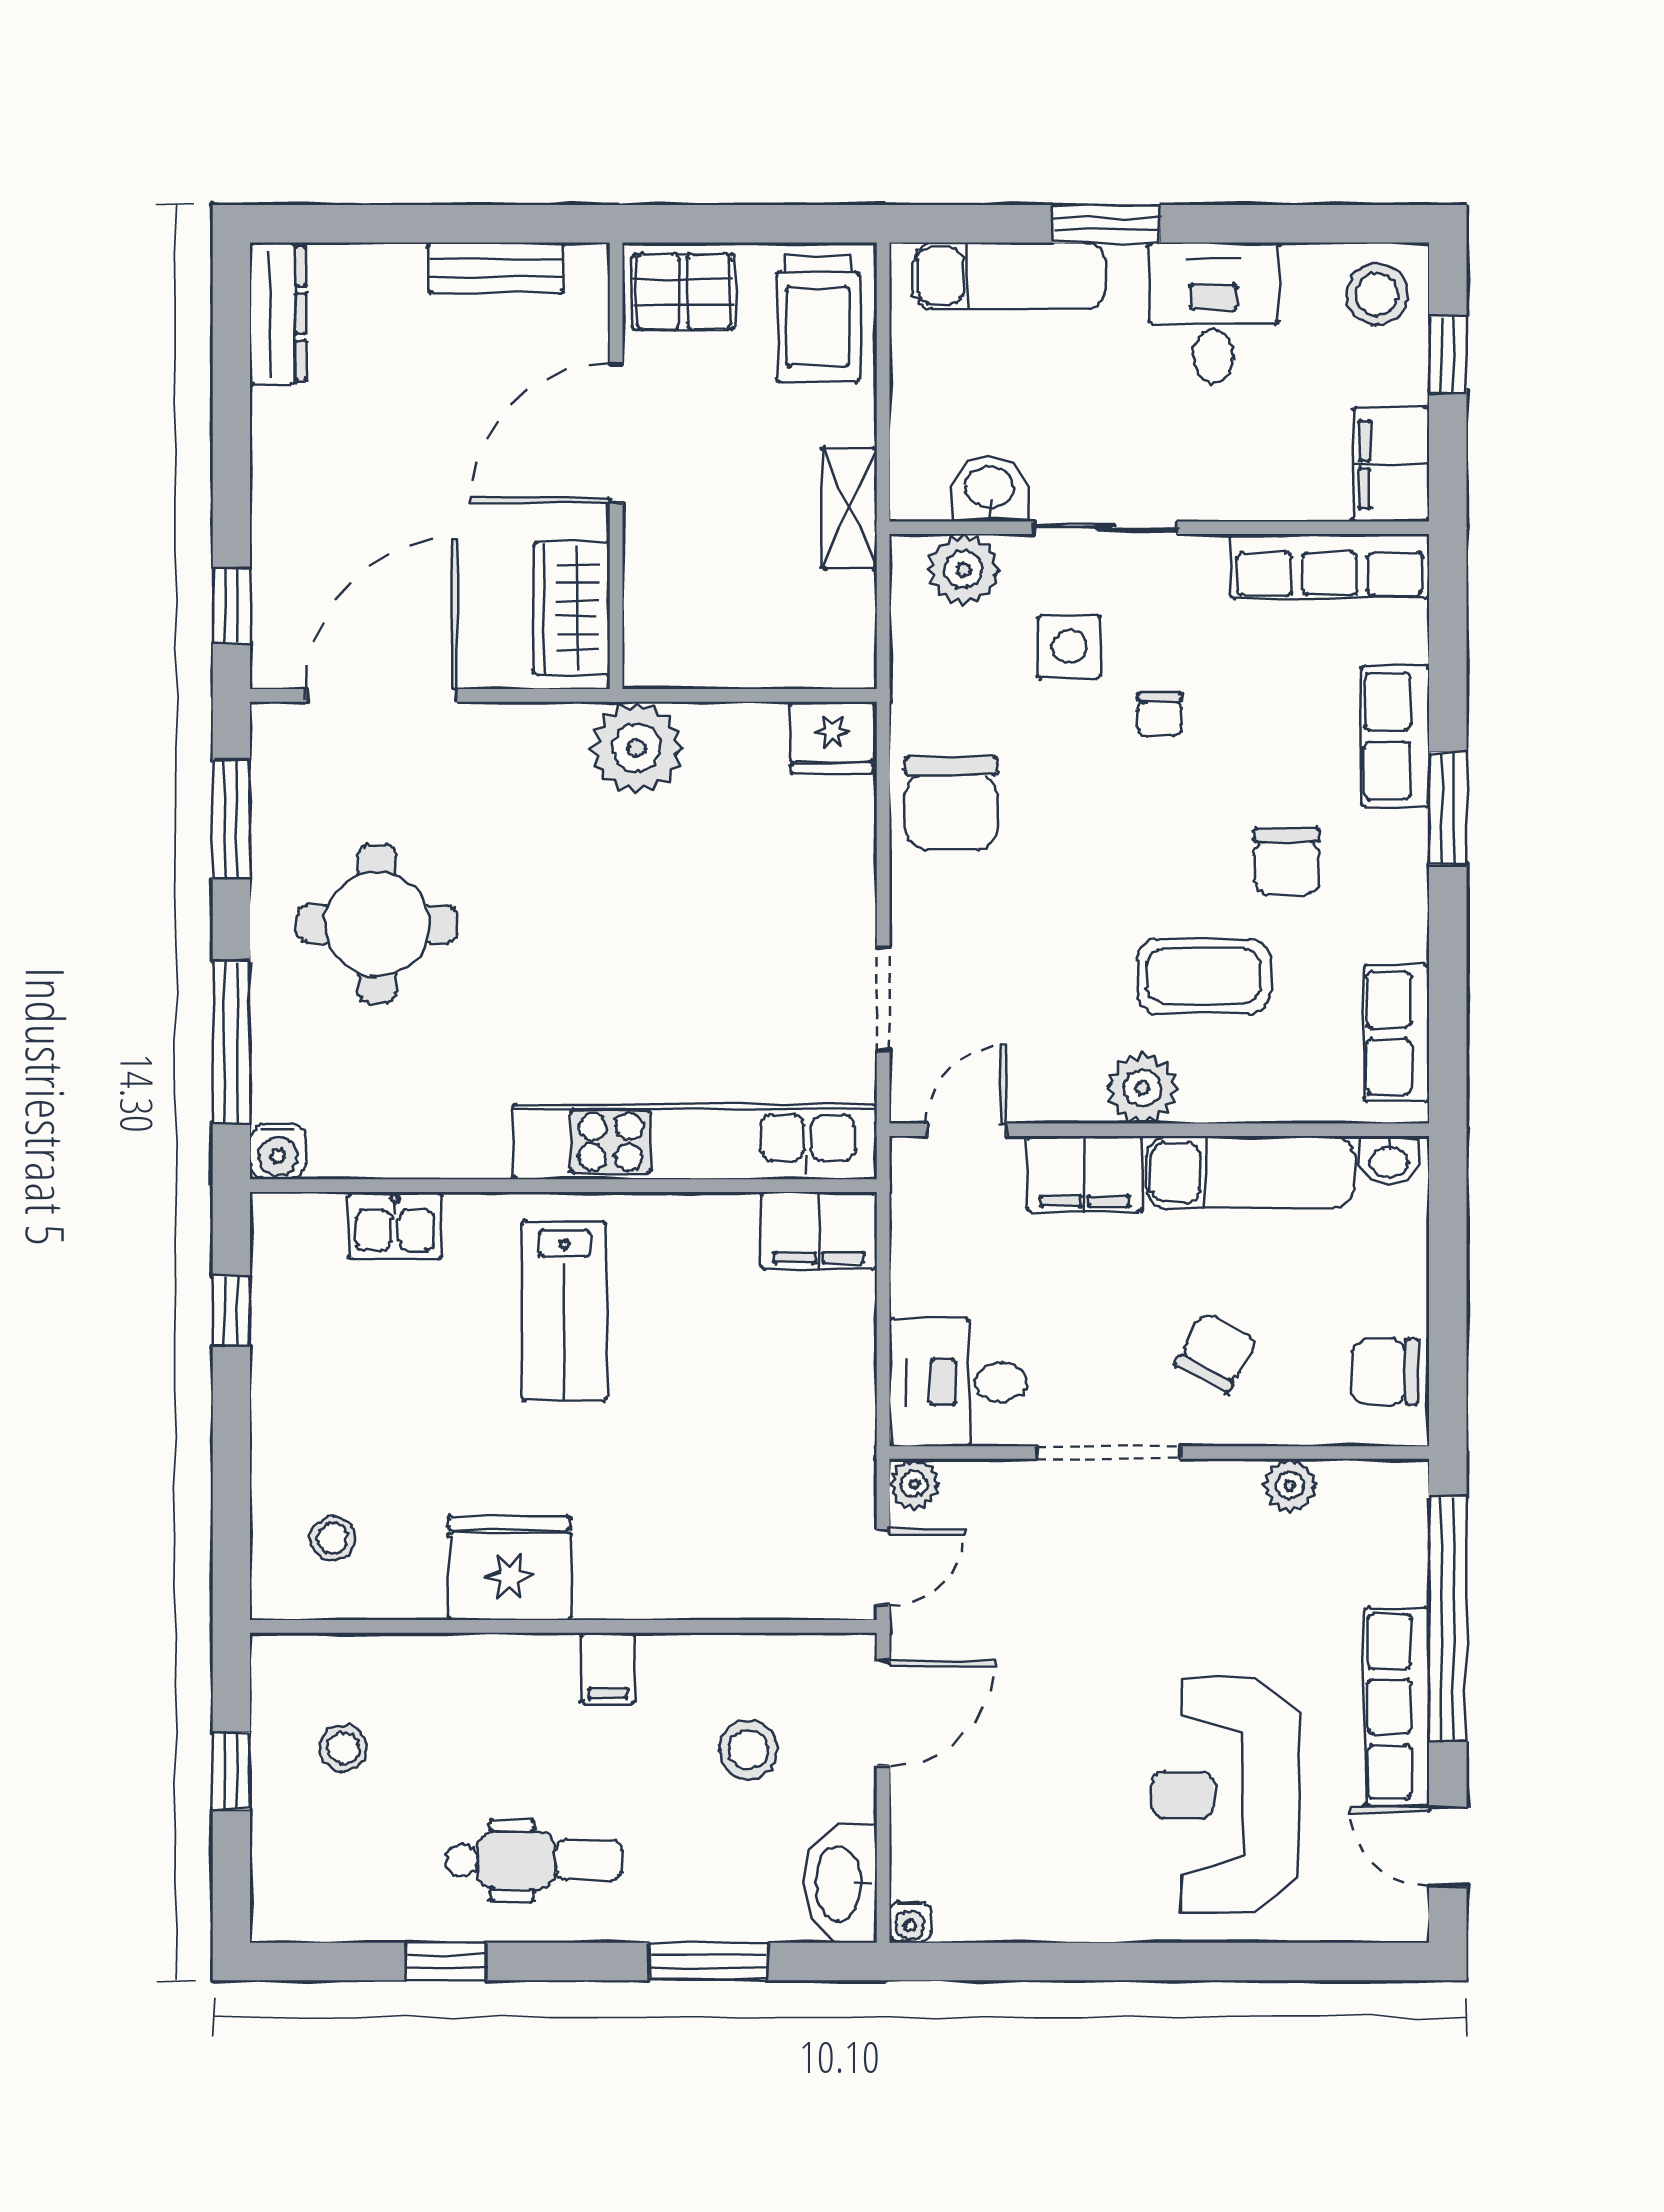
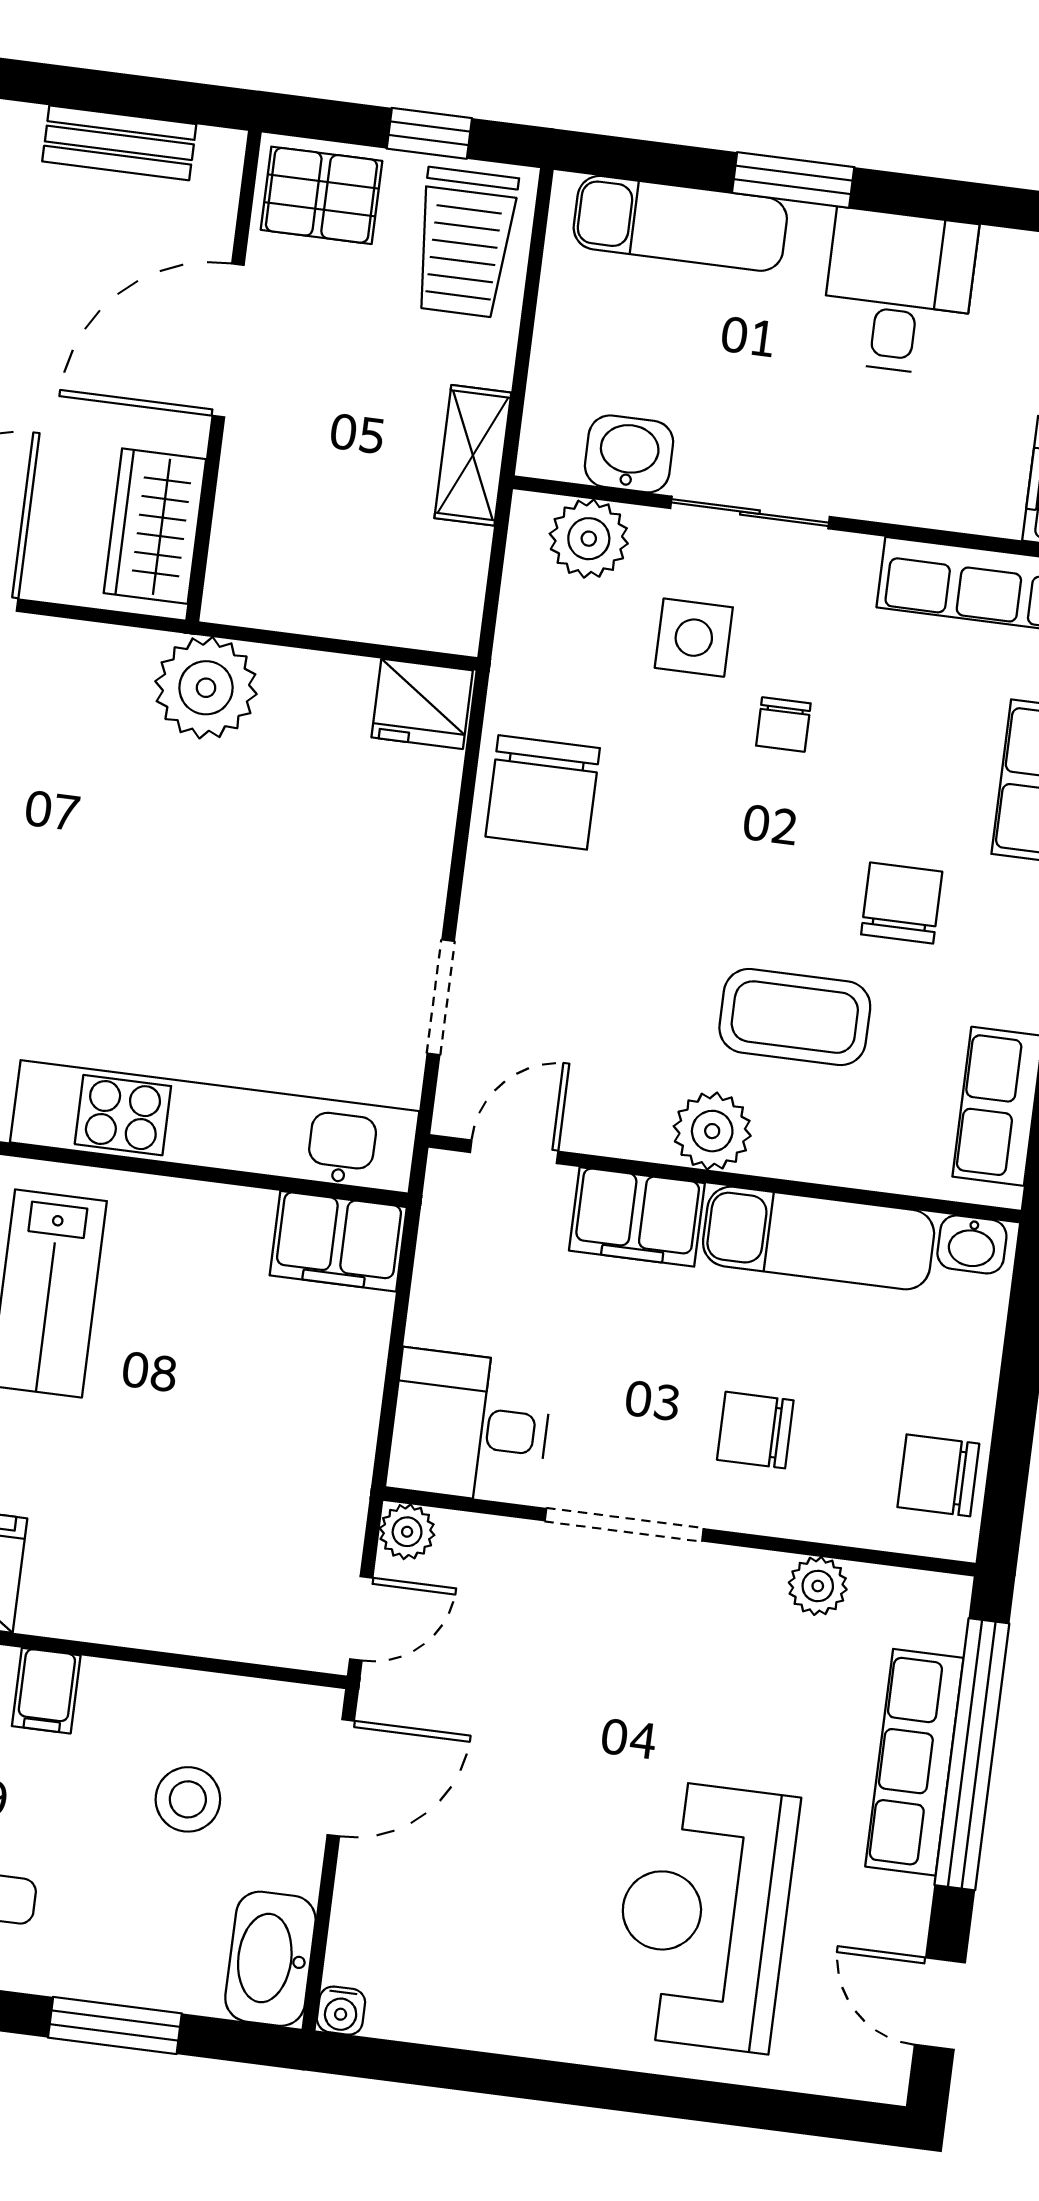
window: (773, 224) -> (429, 133), added
chair: (1287, 861) -> (902, 903), turned 180
chair: (1216, 1352) -> (755, 1430), turned -119
row of seats: (1397, 1707) -> (914, 1762), moved

